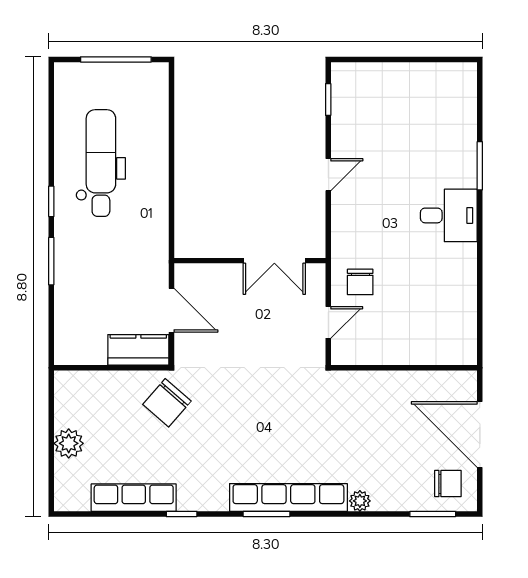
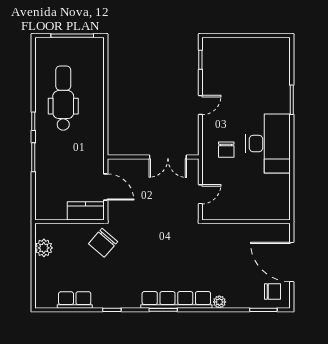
desk: (449, 215) -> (268, 144), width x1.87, depth x1.30
chair: (360, 282) -> (226, 150), moved
plant: (69, 443) -> (44, 248), moved
row of seats: (134, 498) -> (75, 300), width x0.68

